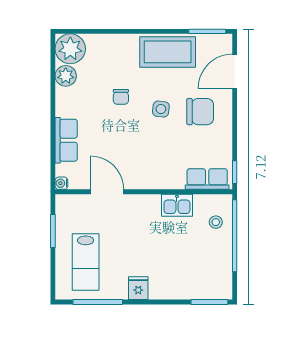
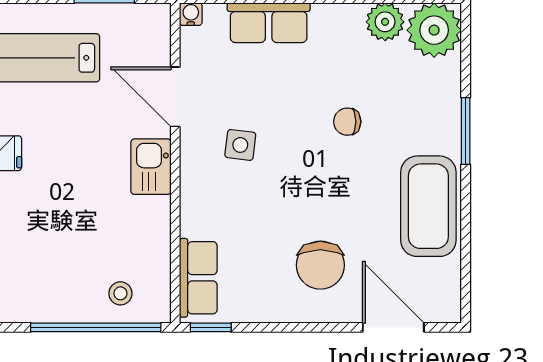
window: (207, 31) -> (466, 131), moved
side table: (161, 109) -> (240, 145), moved
door: (107, 192) -> (175, 97), swing flipped
kitchen sink: (177, 205) -> (151, 167), moved

